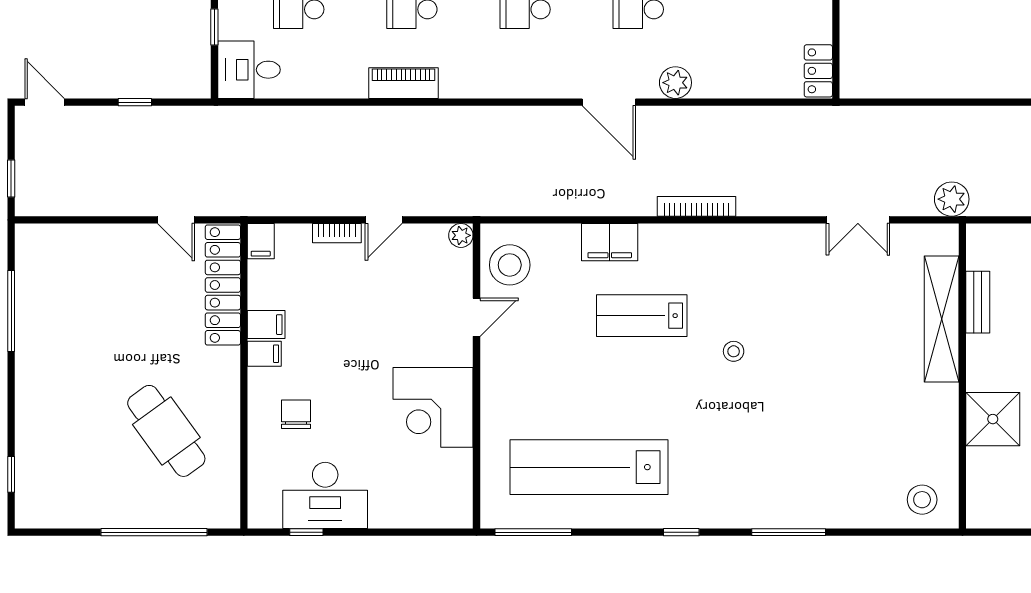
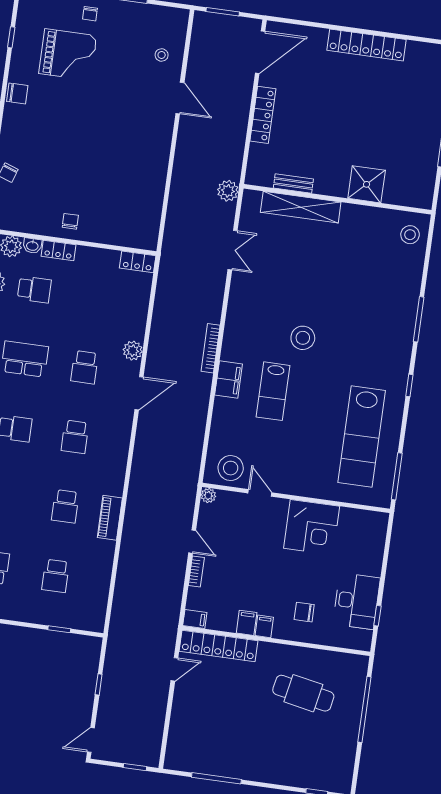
desk: (249, 70) -> (88, 612), removed
filing cabinet: (610, 242) -> (229, 379), moved
stool: (734, 351) -> (303, 338), width x1.89, depth x1.89
cafe table: (166, 431) -> (303, 693), turned 47

